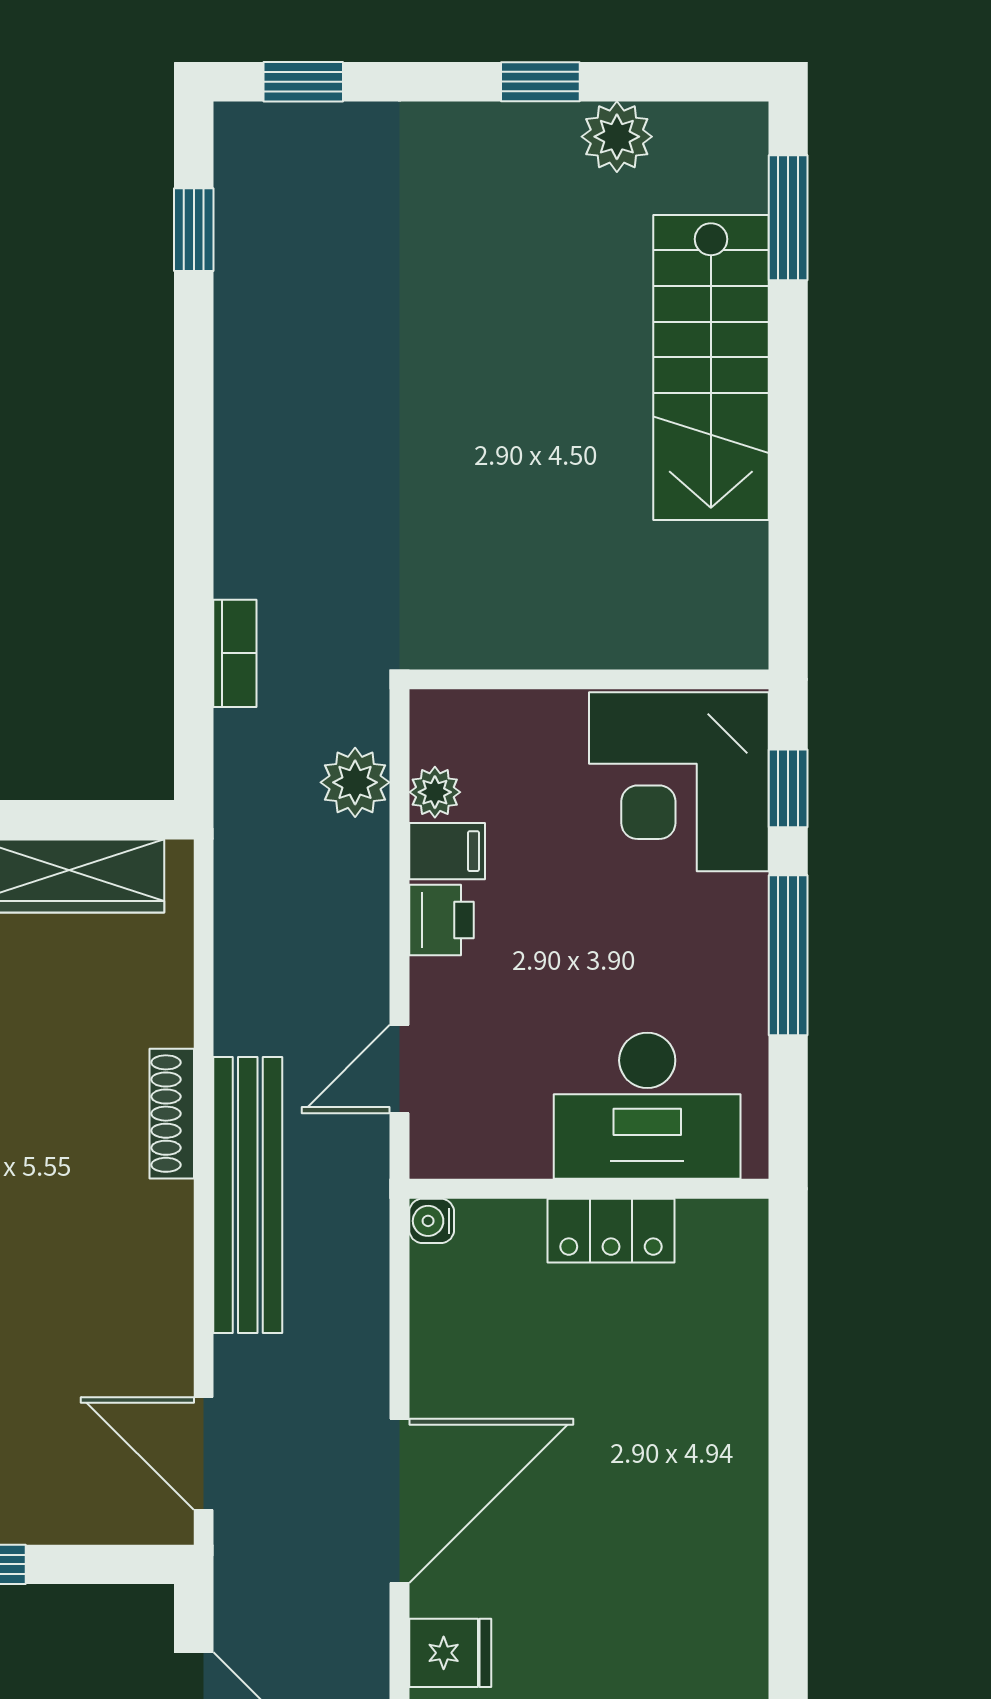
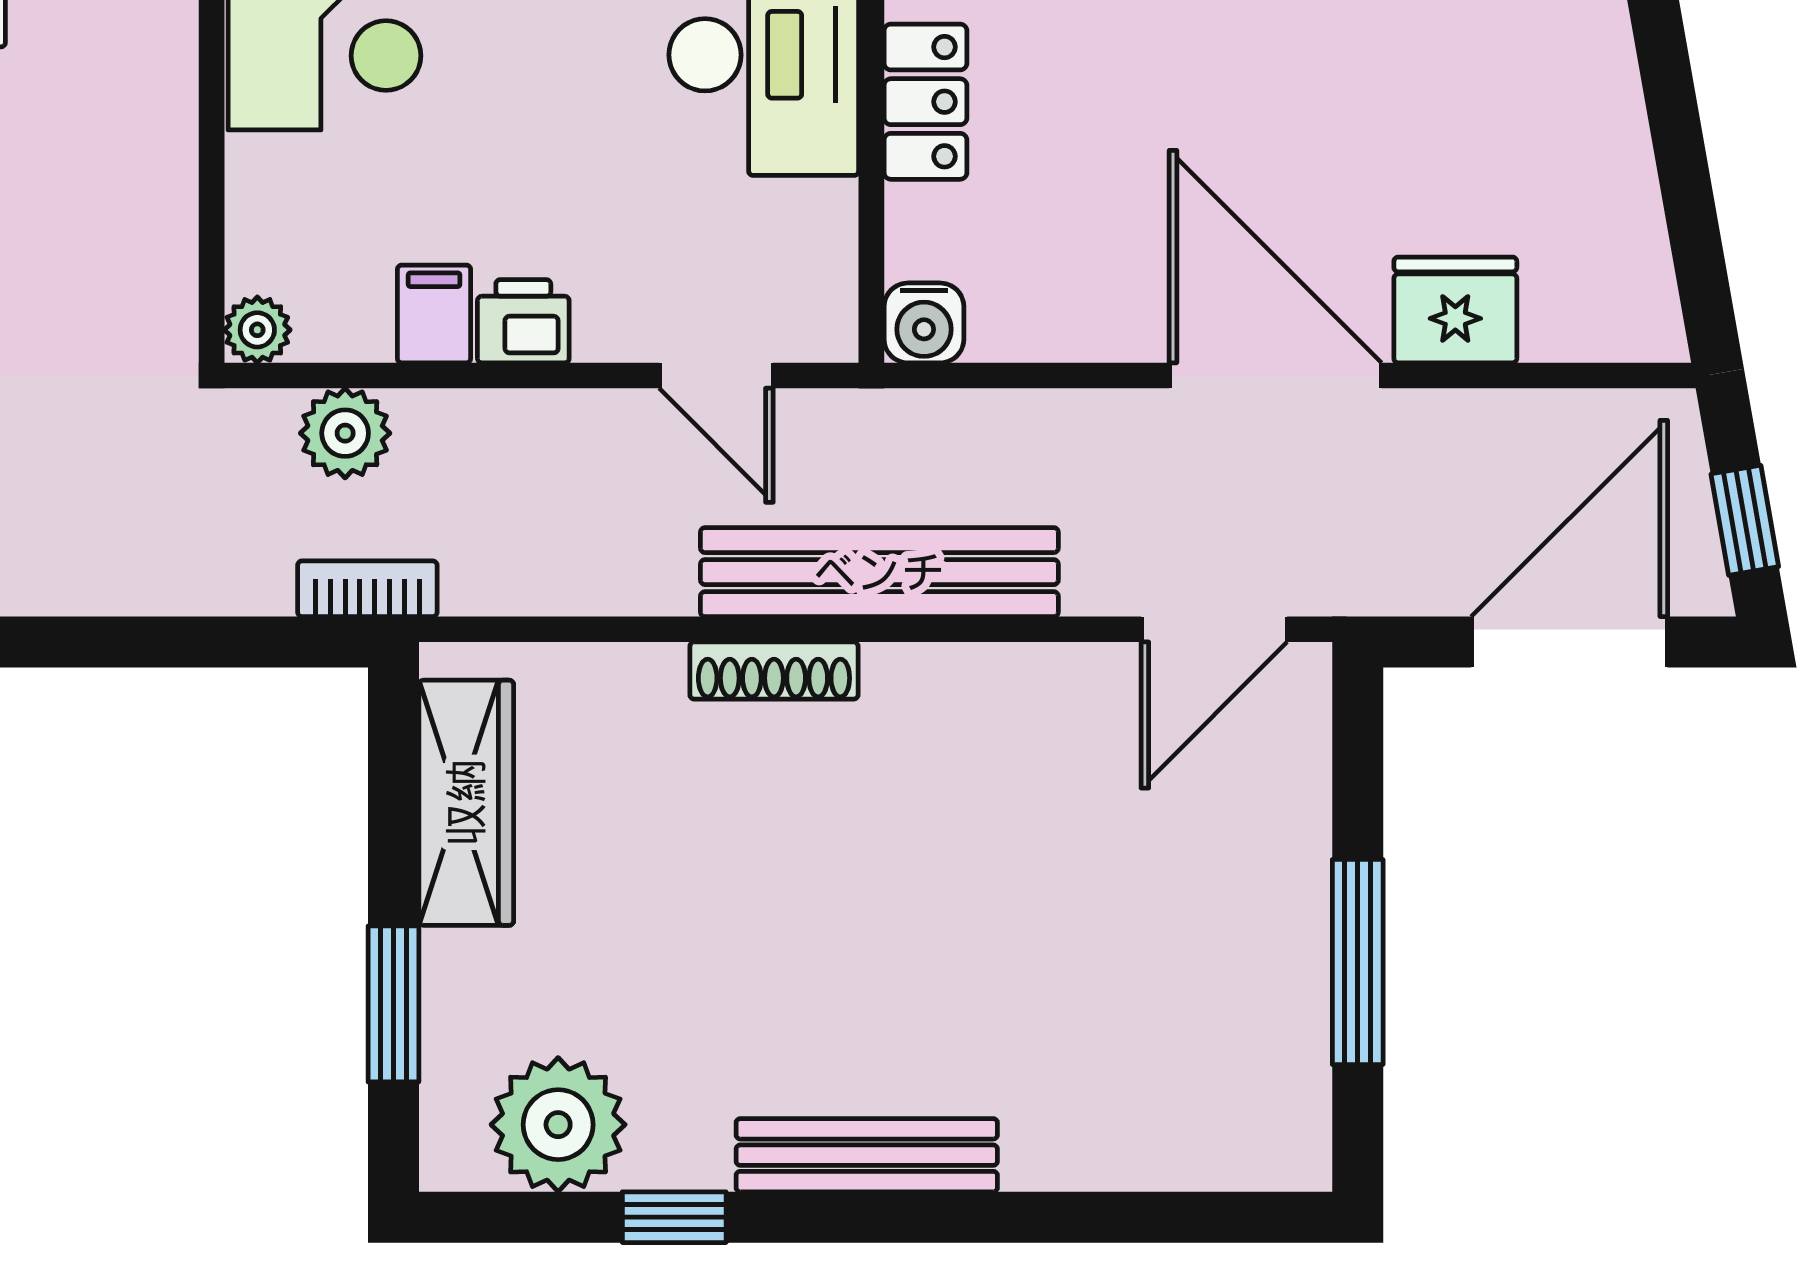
bookcase: (235, 653) -> (367, 589), moved
plant: (435, 792) -> (257, 330), moved
water cooler: (432, 1221) -> (924, 323), width x1.38, depth x1.38
fridge: (450, 1653) -> (1455, 310), width x1.38

